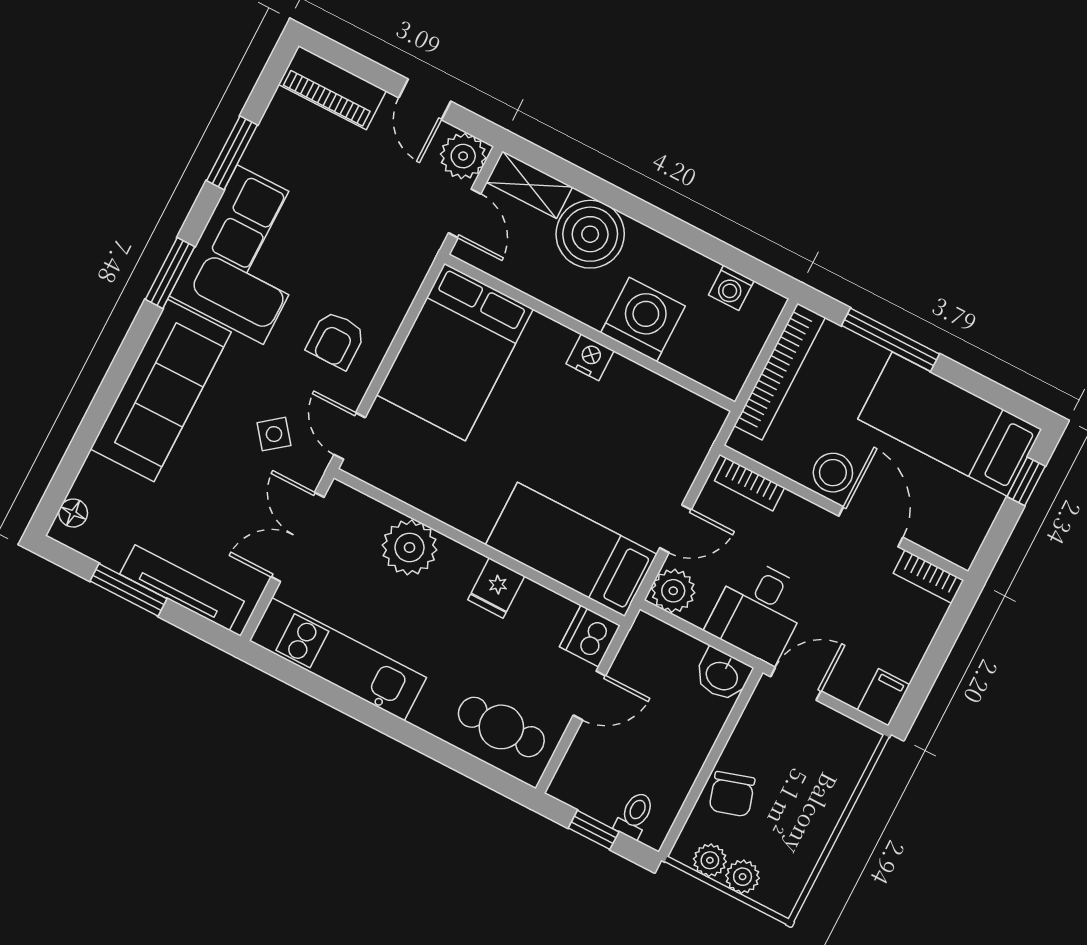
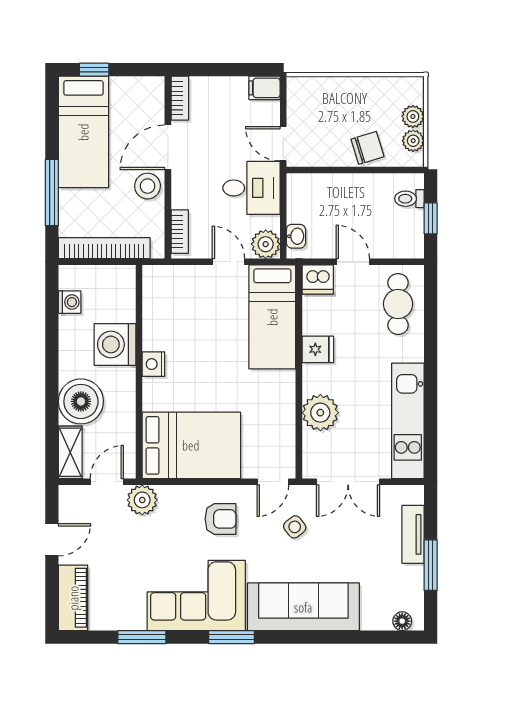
plant: (463, 156) -> (142, 500), moved
tv unit: (182, 588) -> (413, 534), width x0.71
washbasin: (722, 675) -> (296, 236), moved, width x0.72, depth x0.69

